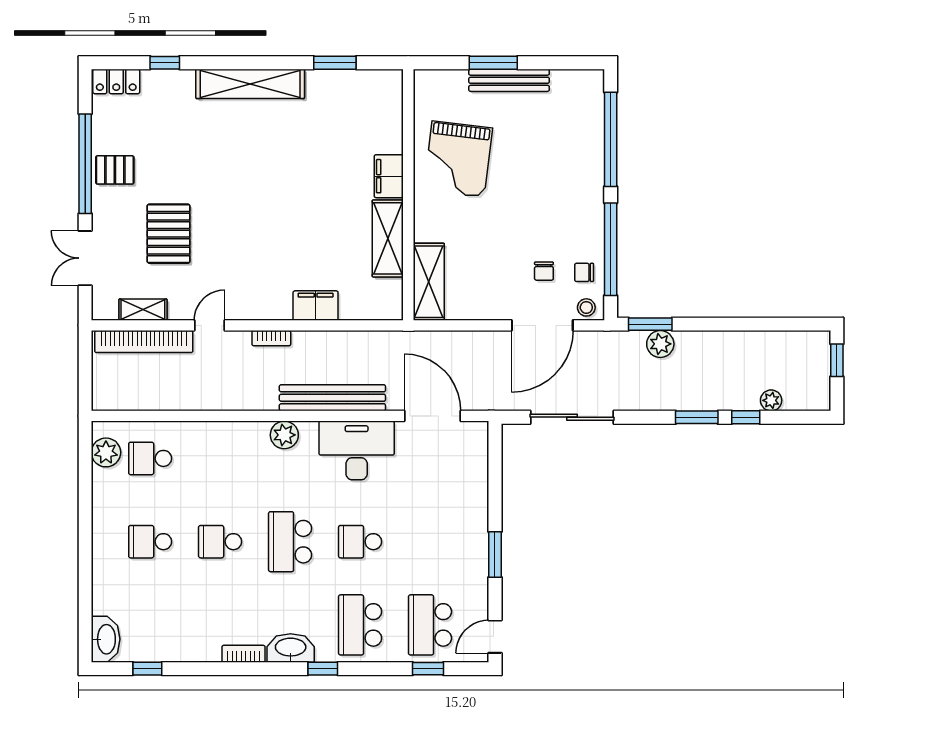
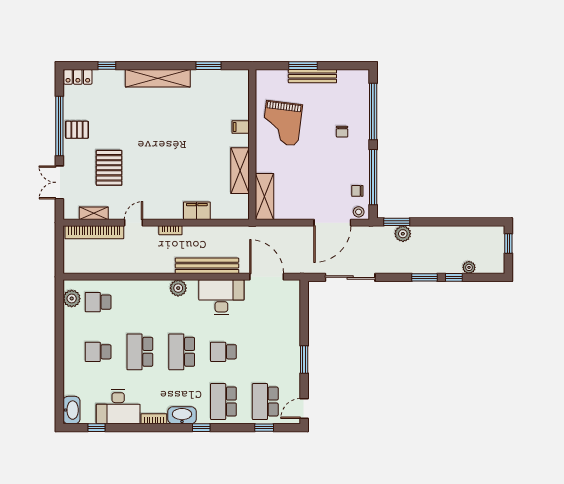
filing cabinet: (389, 176) -> (241, 127), width x0.50
chair: (544, 271) -> (342, 132), moved
school desk: (220, 542) -> (140, 352), width x1.85
desk: (184, 634) -> (118, 407), added

